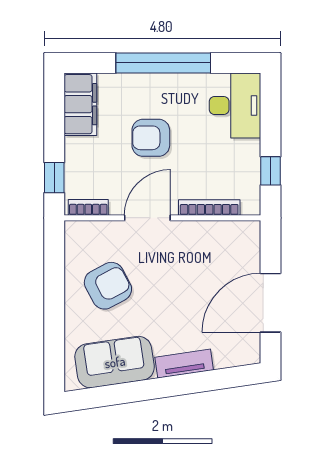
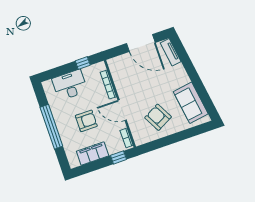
filing cabinet: (80, 104) -> (93, 153), moved
desk: (235, 105) -> (70, 85), moved
armchair: (151, 138) -> (86, 121), turned -90
tv unit: (184, 364) -> (171, 52), moved

